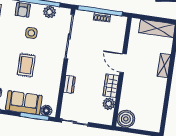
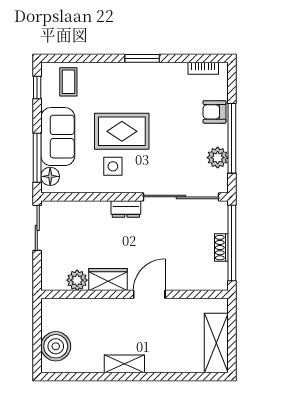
side table: (31, 33) -> (113, 166), moved
rug: (26, 65) -> (122, 131), width x1.36, depth x1.43
shelving: (164, 65) -> (124, 364), moved
dresser: (69, 84) -> (126, 209), moved
boiler: (126, 119) -> (56, 346), moved

